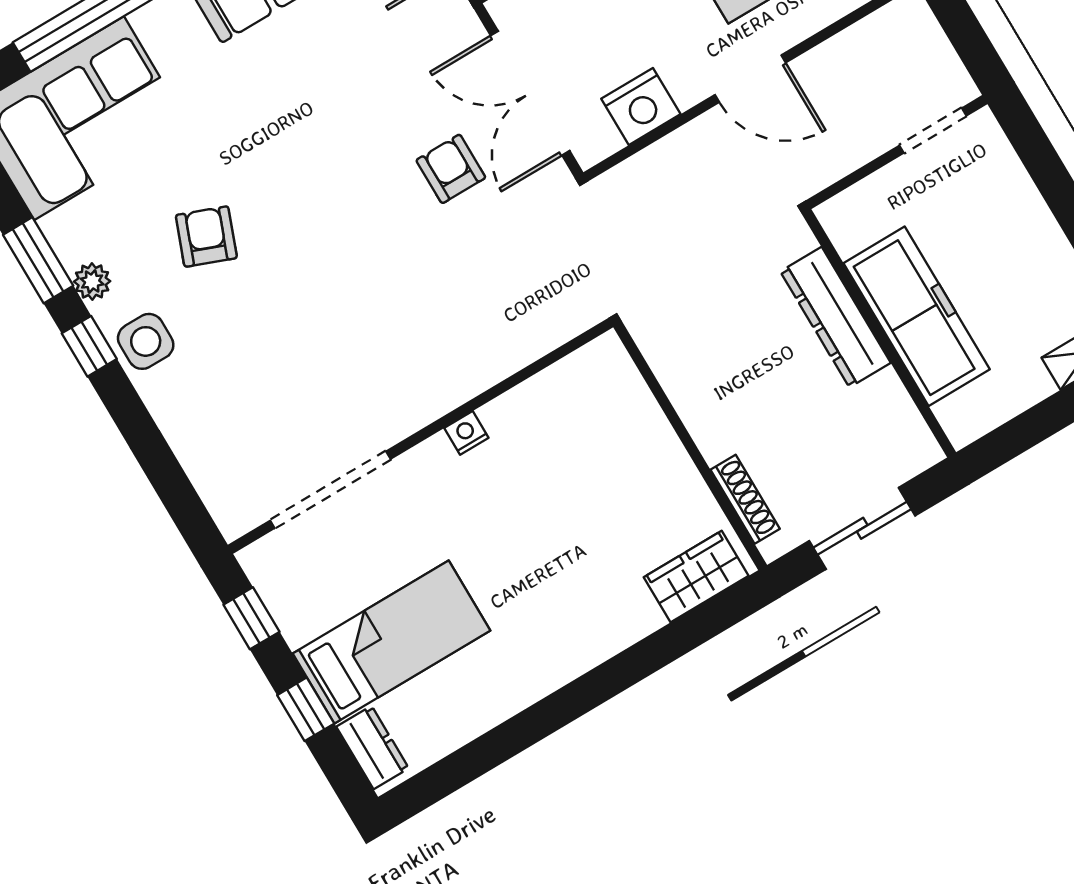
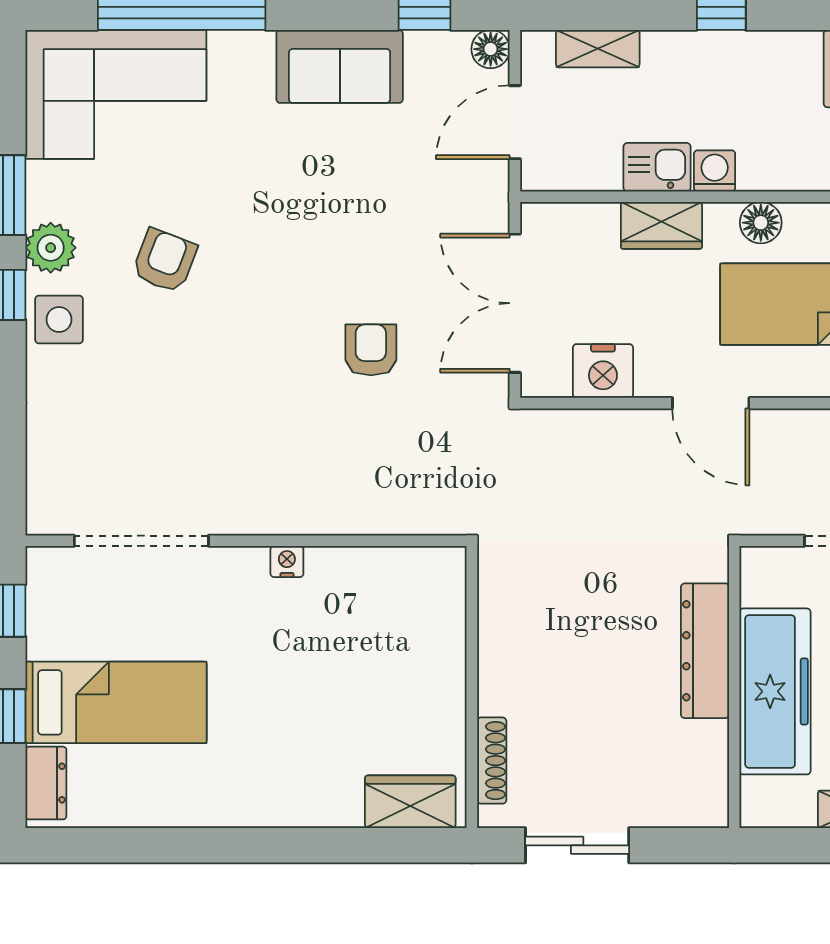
armchair: (451, 169) -> (371, 350), moved
plant: (92, 281) -> (51, 248), width x1.38, depth x1.38
freezer: (917, 316) -> (775, 691), moved
dresser: (835, 317) -> (705, 651), moved
wall: (879, 333) -> (734, 687), moved

